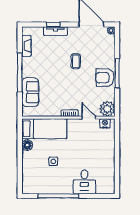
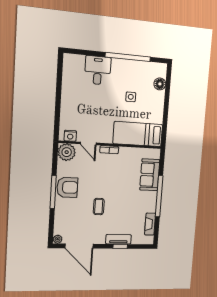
floor lamp: (27, 145) -> (160, 84), moved

